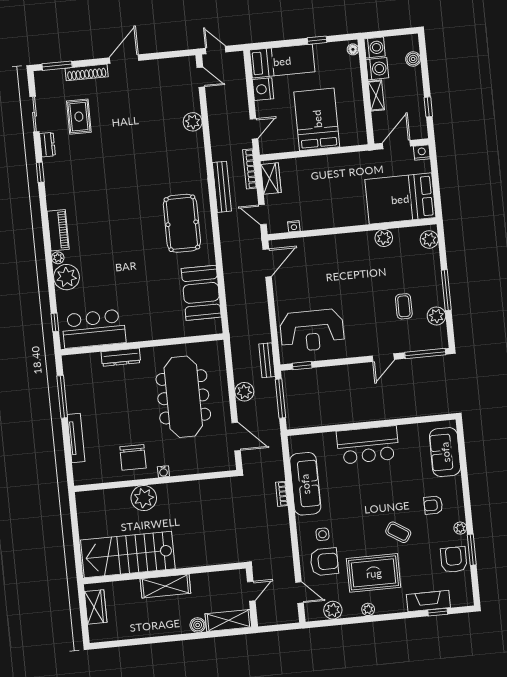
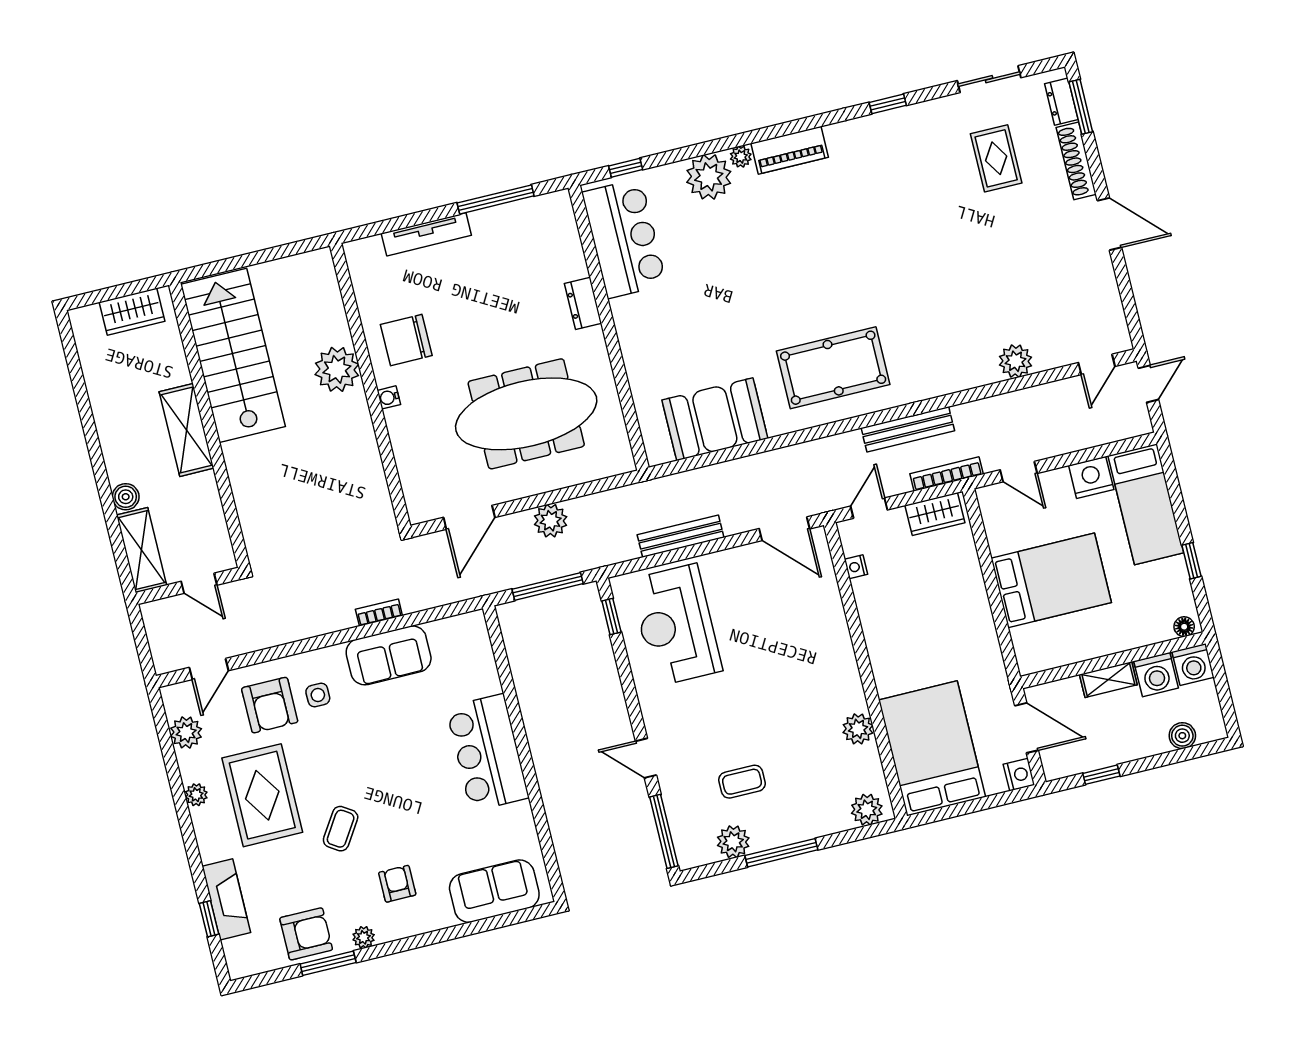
rug: (79, 117) -> (996, 158), turned 90
dresser: (47, 145) -> (1061, 102), moved, turned 90
dresser: (121, 357) -> (583, 303), width x0.70
bench: (267, 360) -> (681, 536), moved, width x1.36
sofa: (305, 484) -> (389, 655), width x0.73

